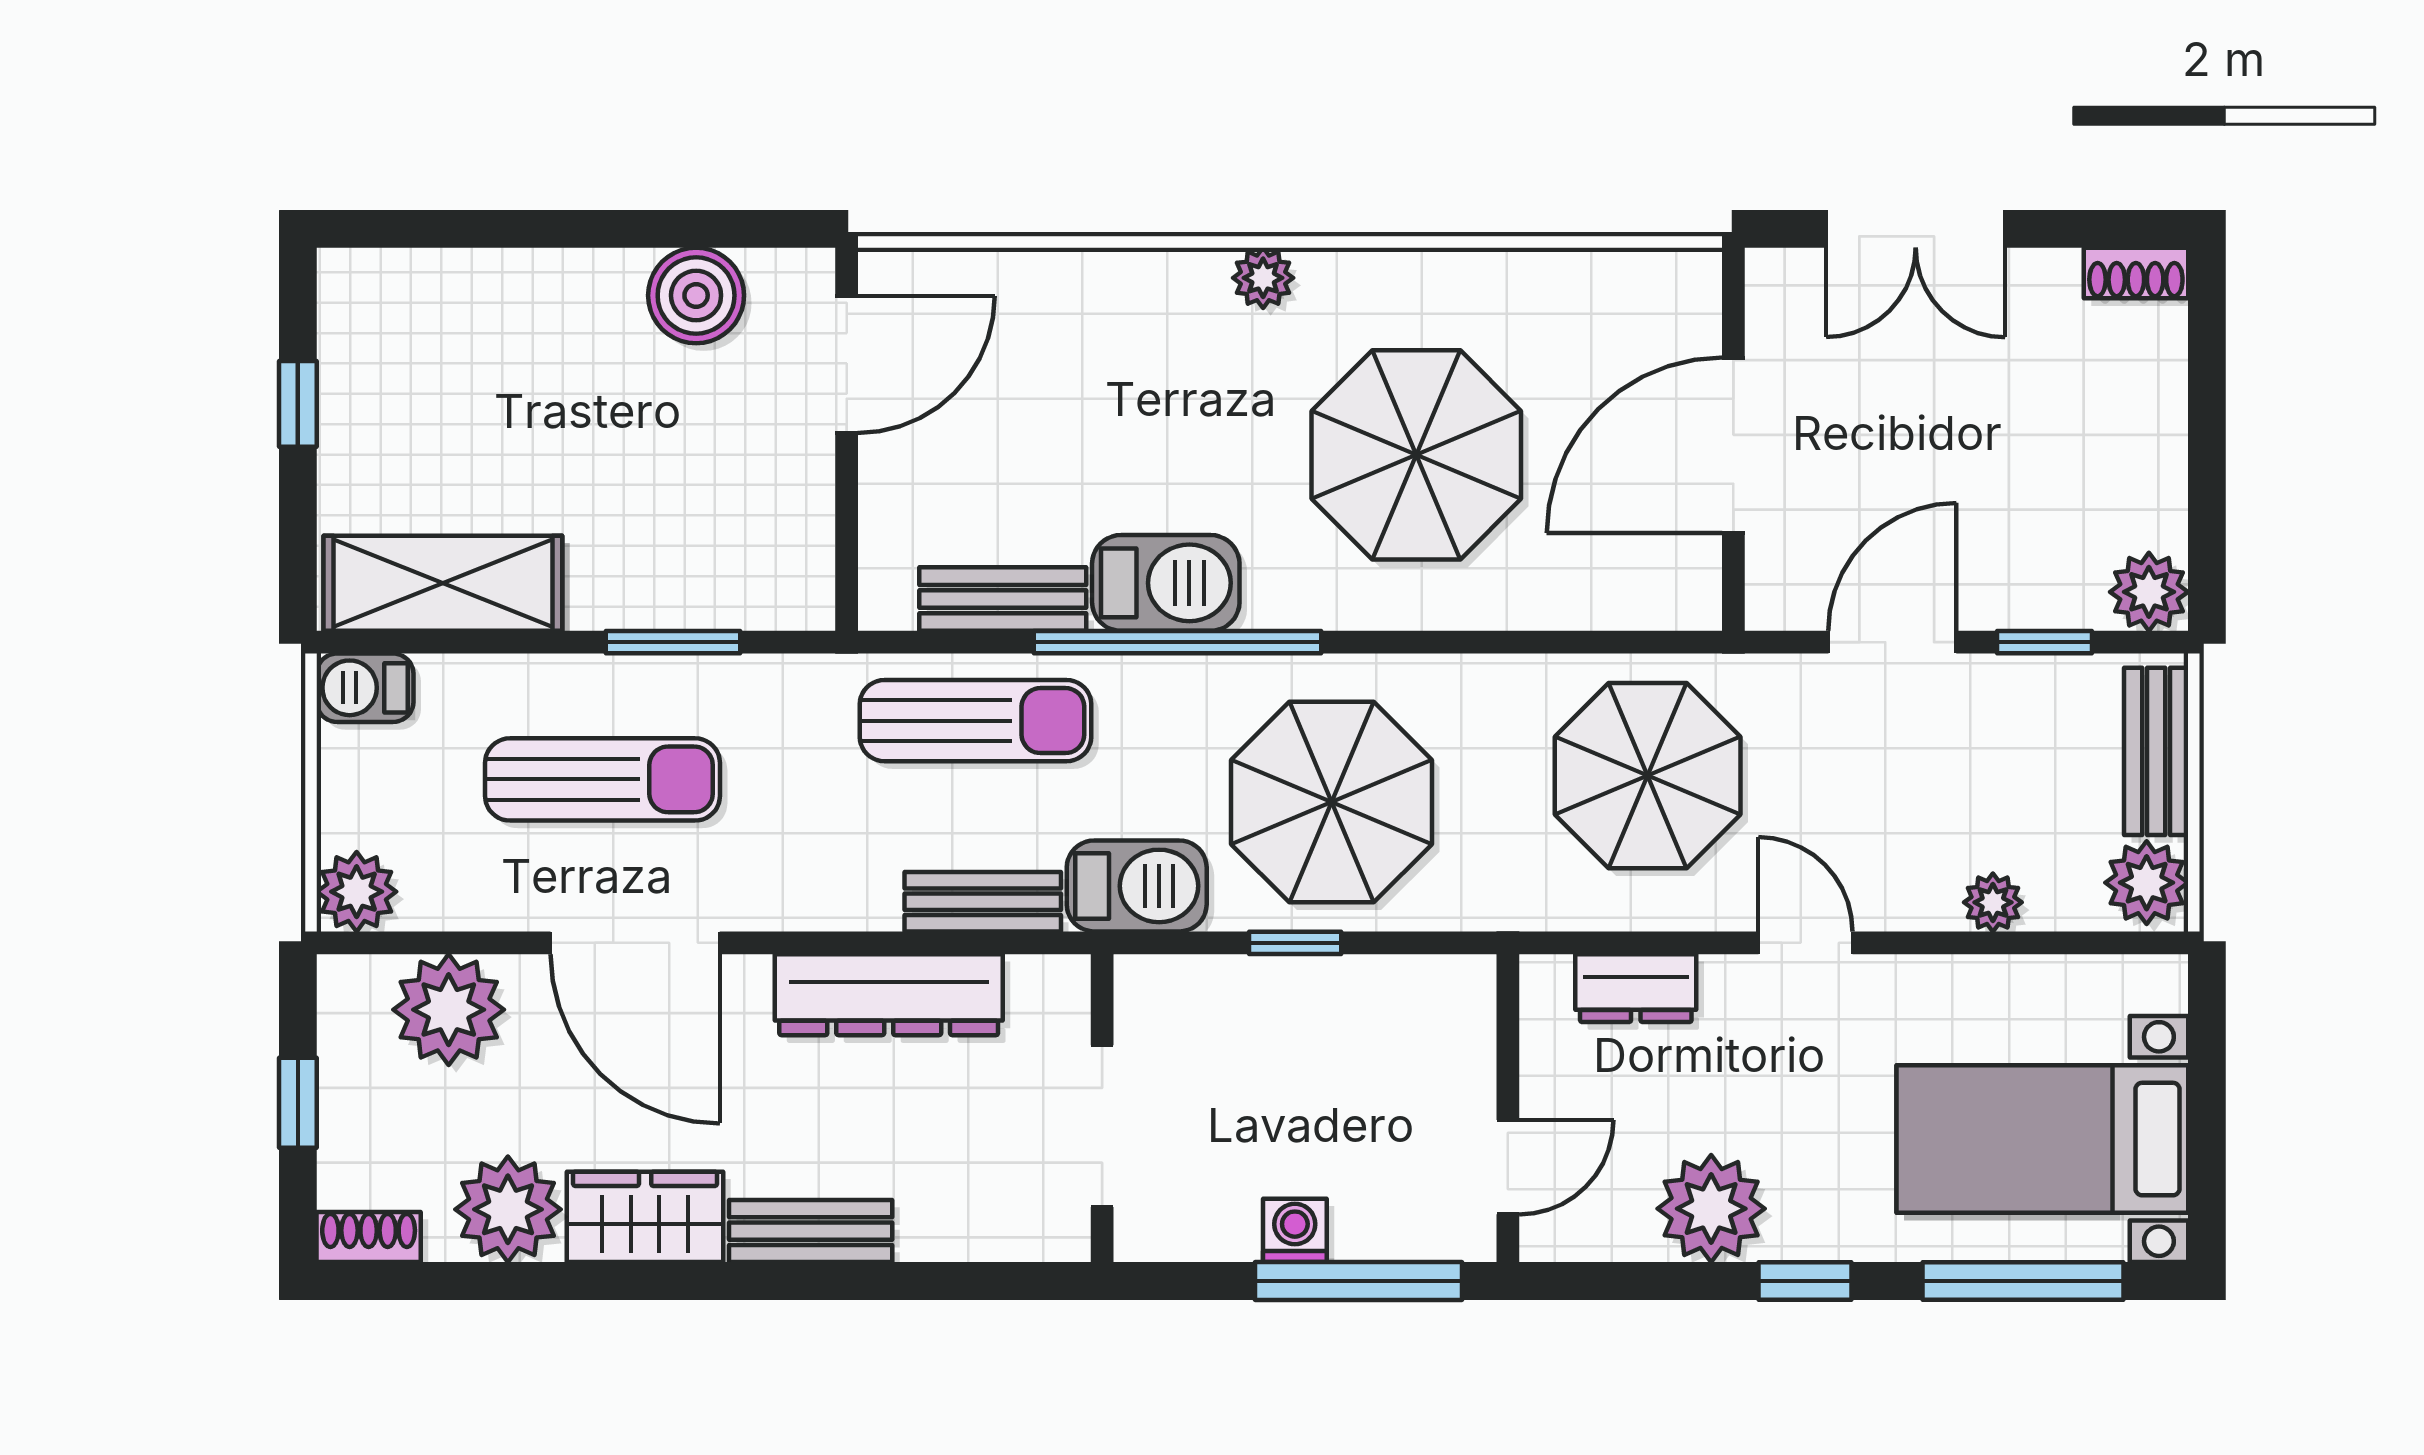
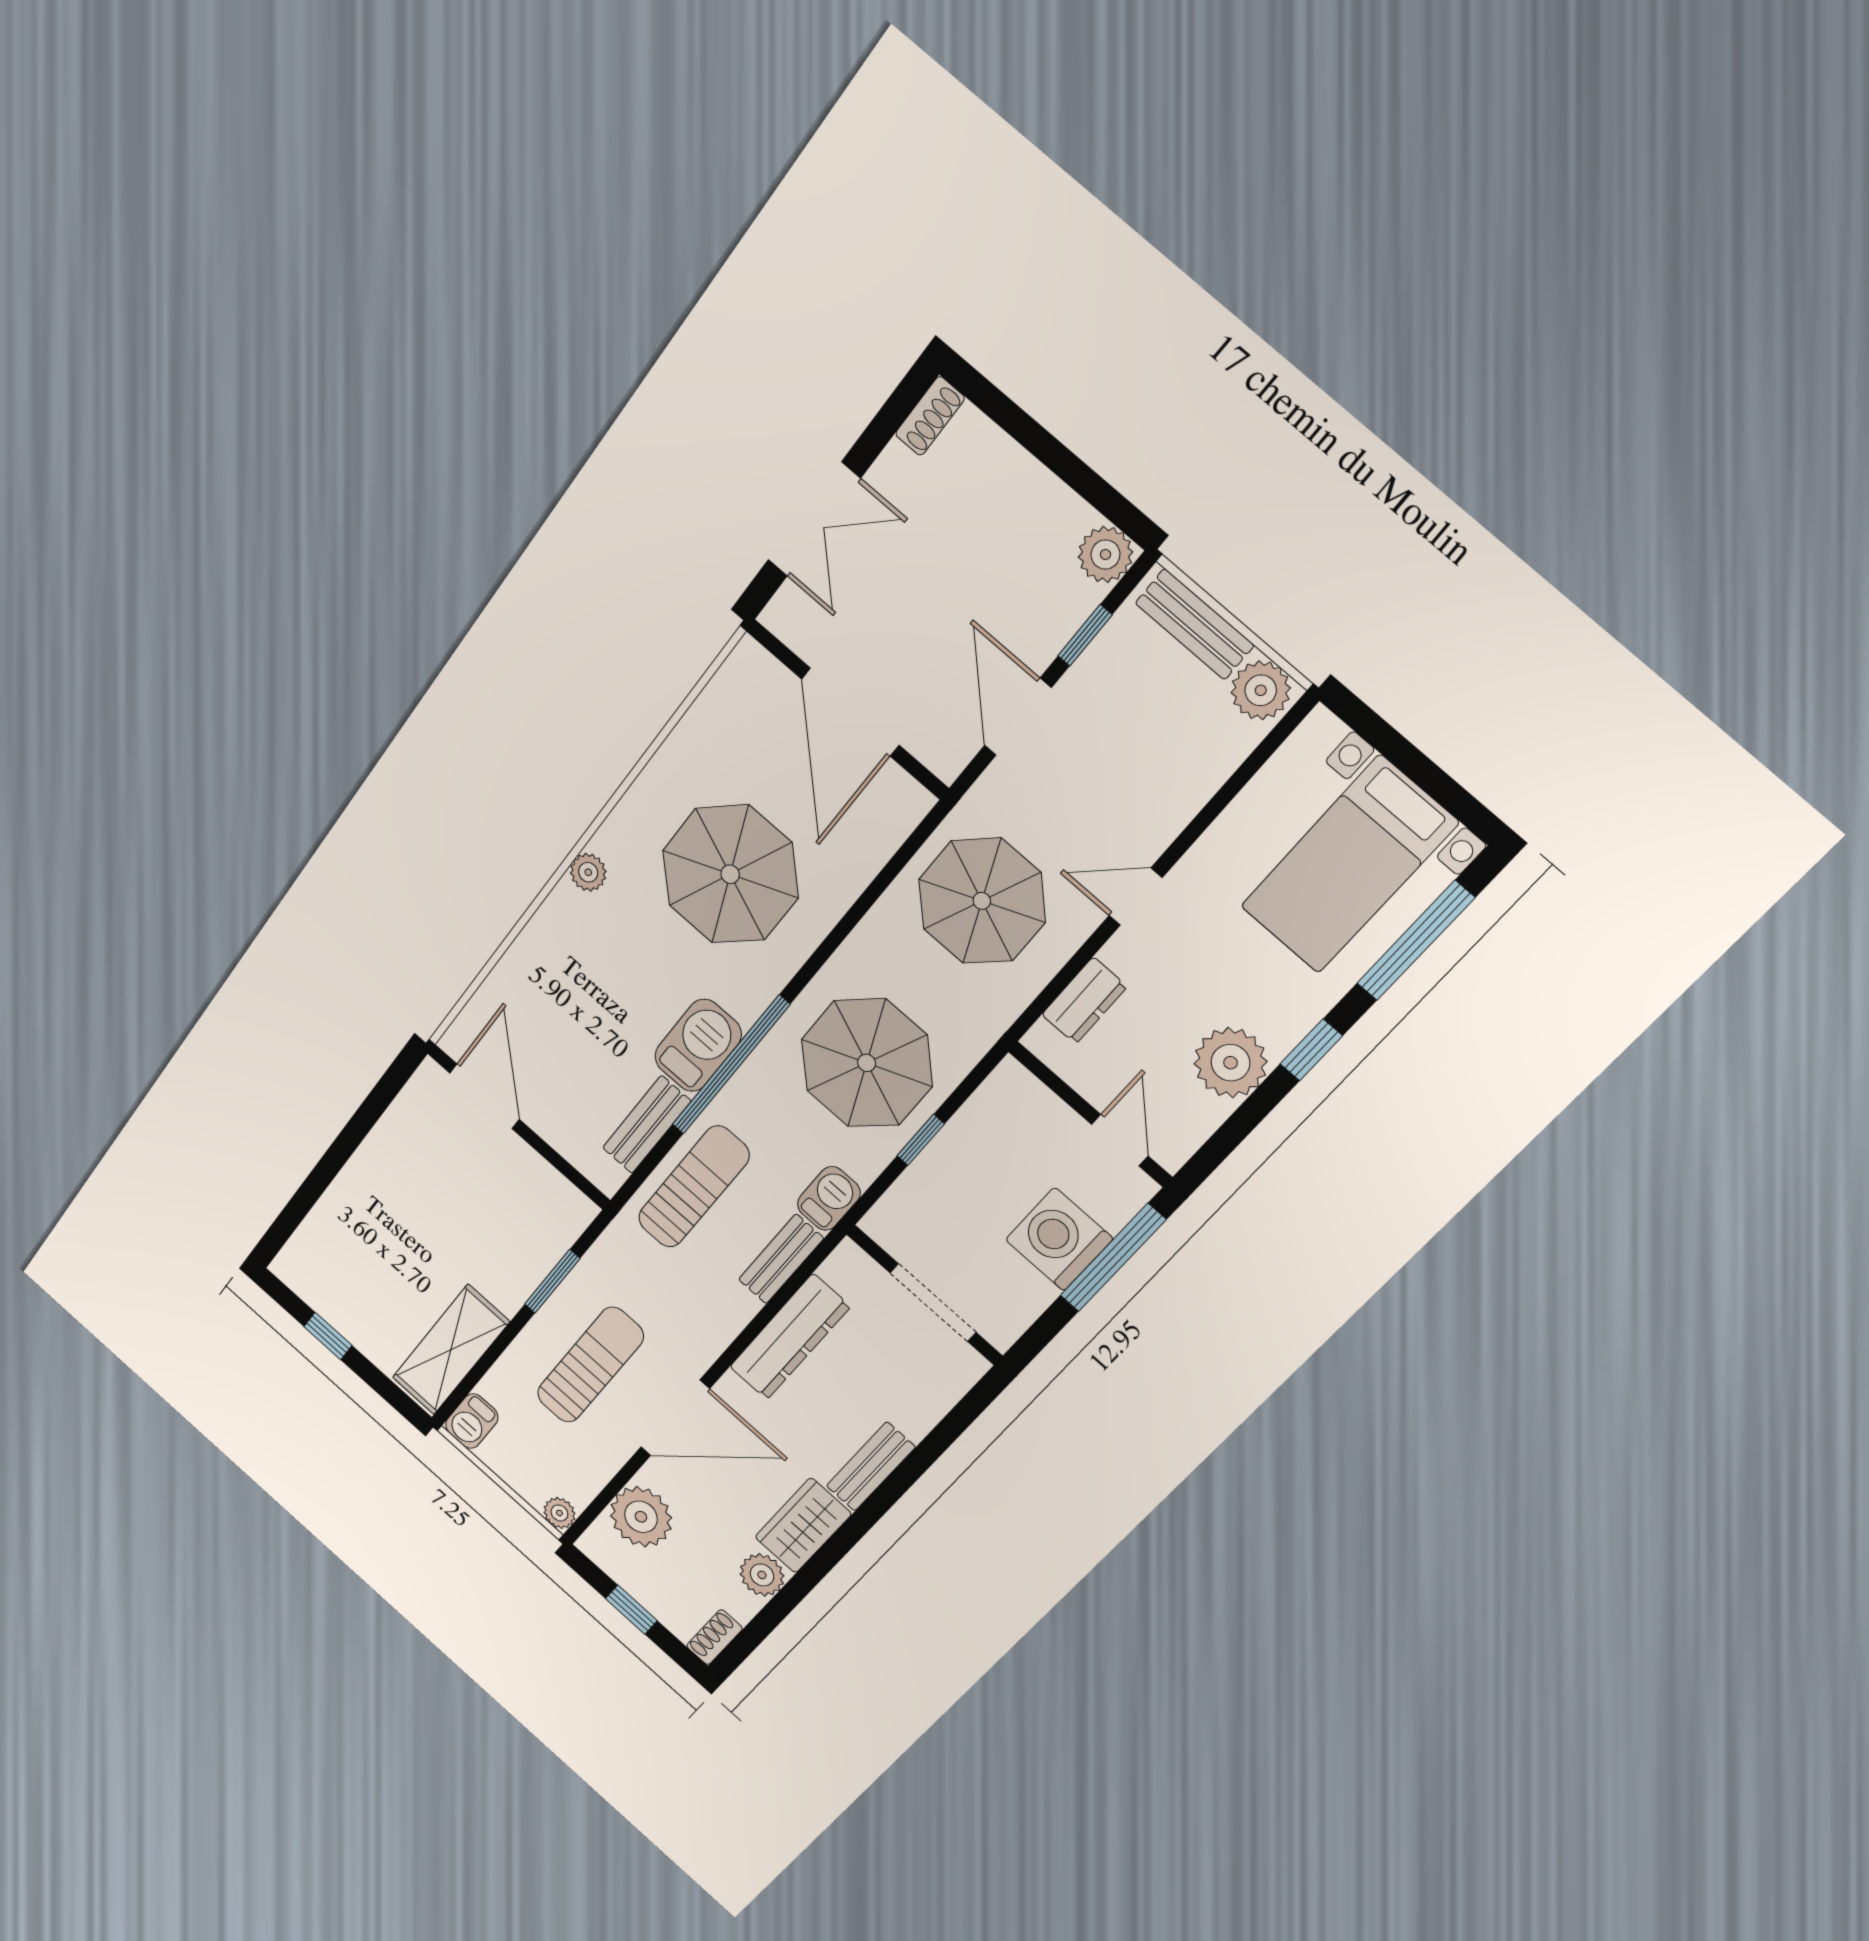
boiler: (696, 295) -> (404, 1133), removed
barbecue: (1137, 886) -> (829, 1198), width x0.73, depth x0.79
plant: (357, 892) -> (559, 1513), width x0.73, depth x0.73
plant: (1993, 902) -> (1199, 782), removed
plant: (508, 1209) -> (762, 1575), width x0.73, depth x0.73
washing machine: (1295, 1230) -> (1059, 1239), width x1.89, depth x1.89

